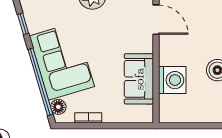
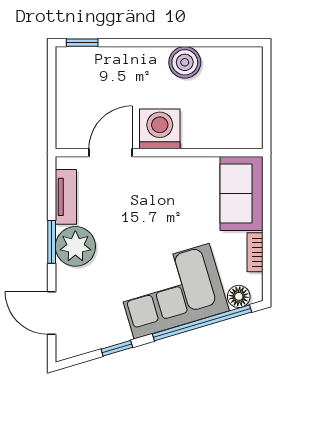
sofa: (139, 79) -> (241, 193), moved, turned 90
washing machine: (172, 80) -> (160, 129), moved

